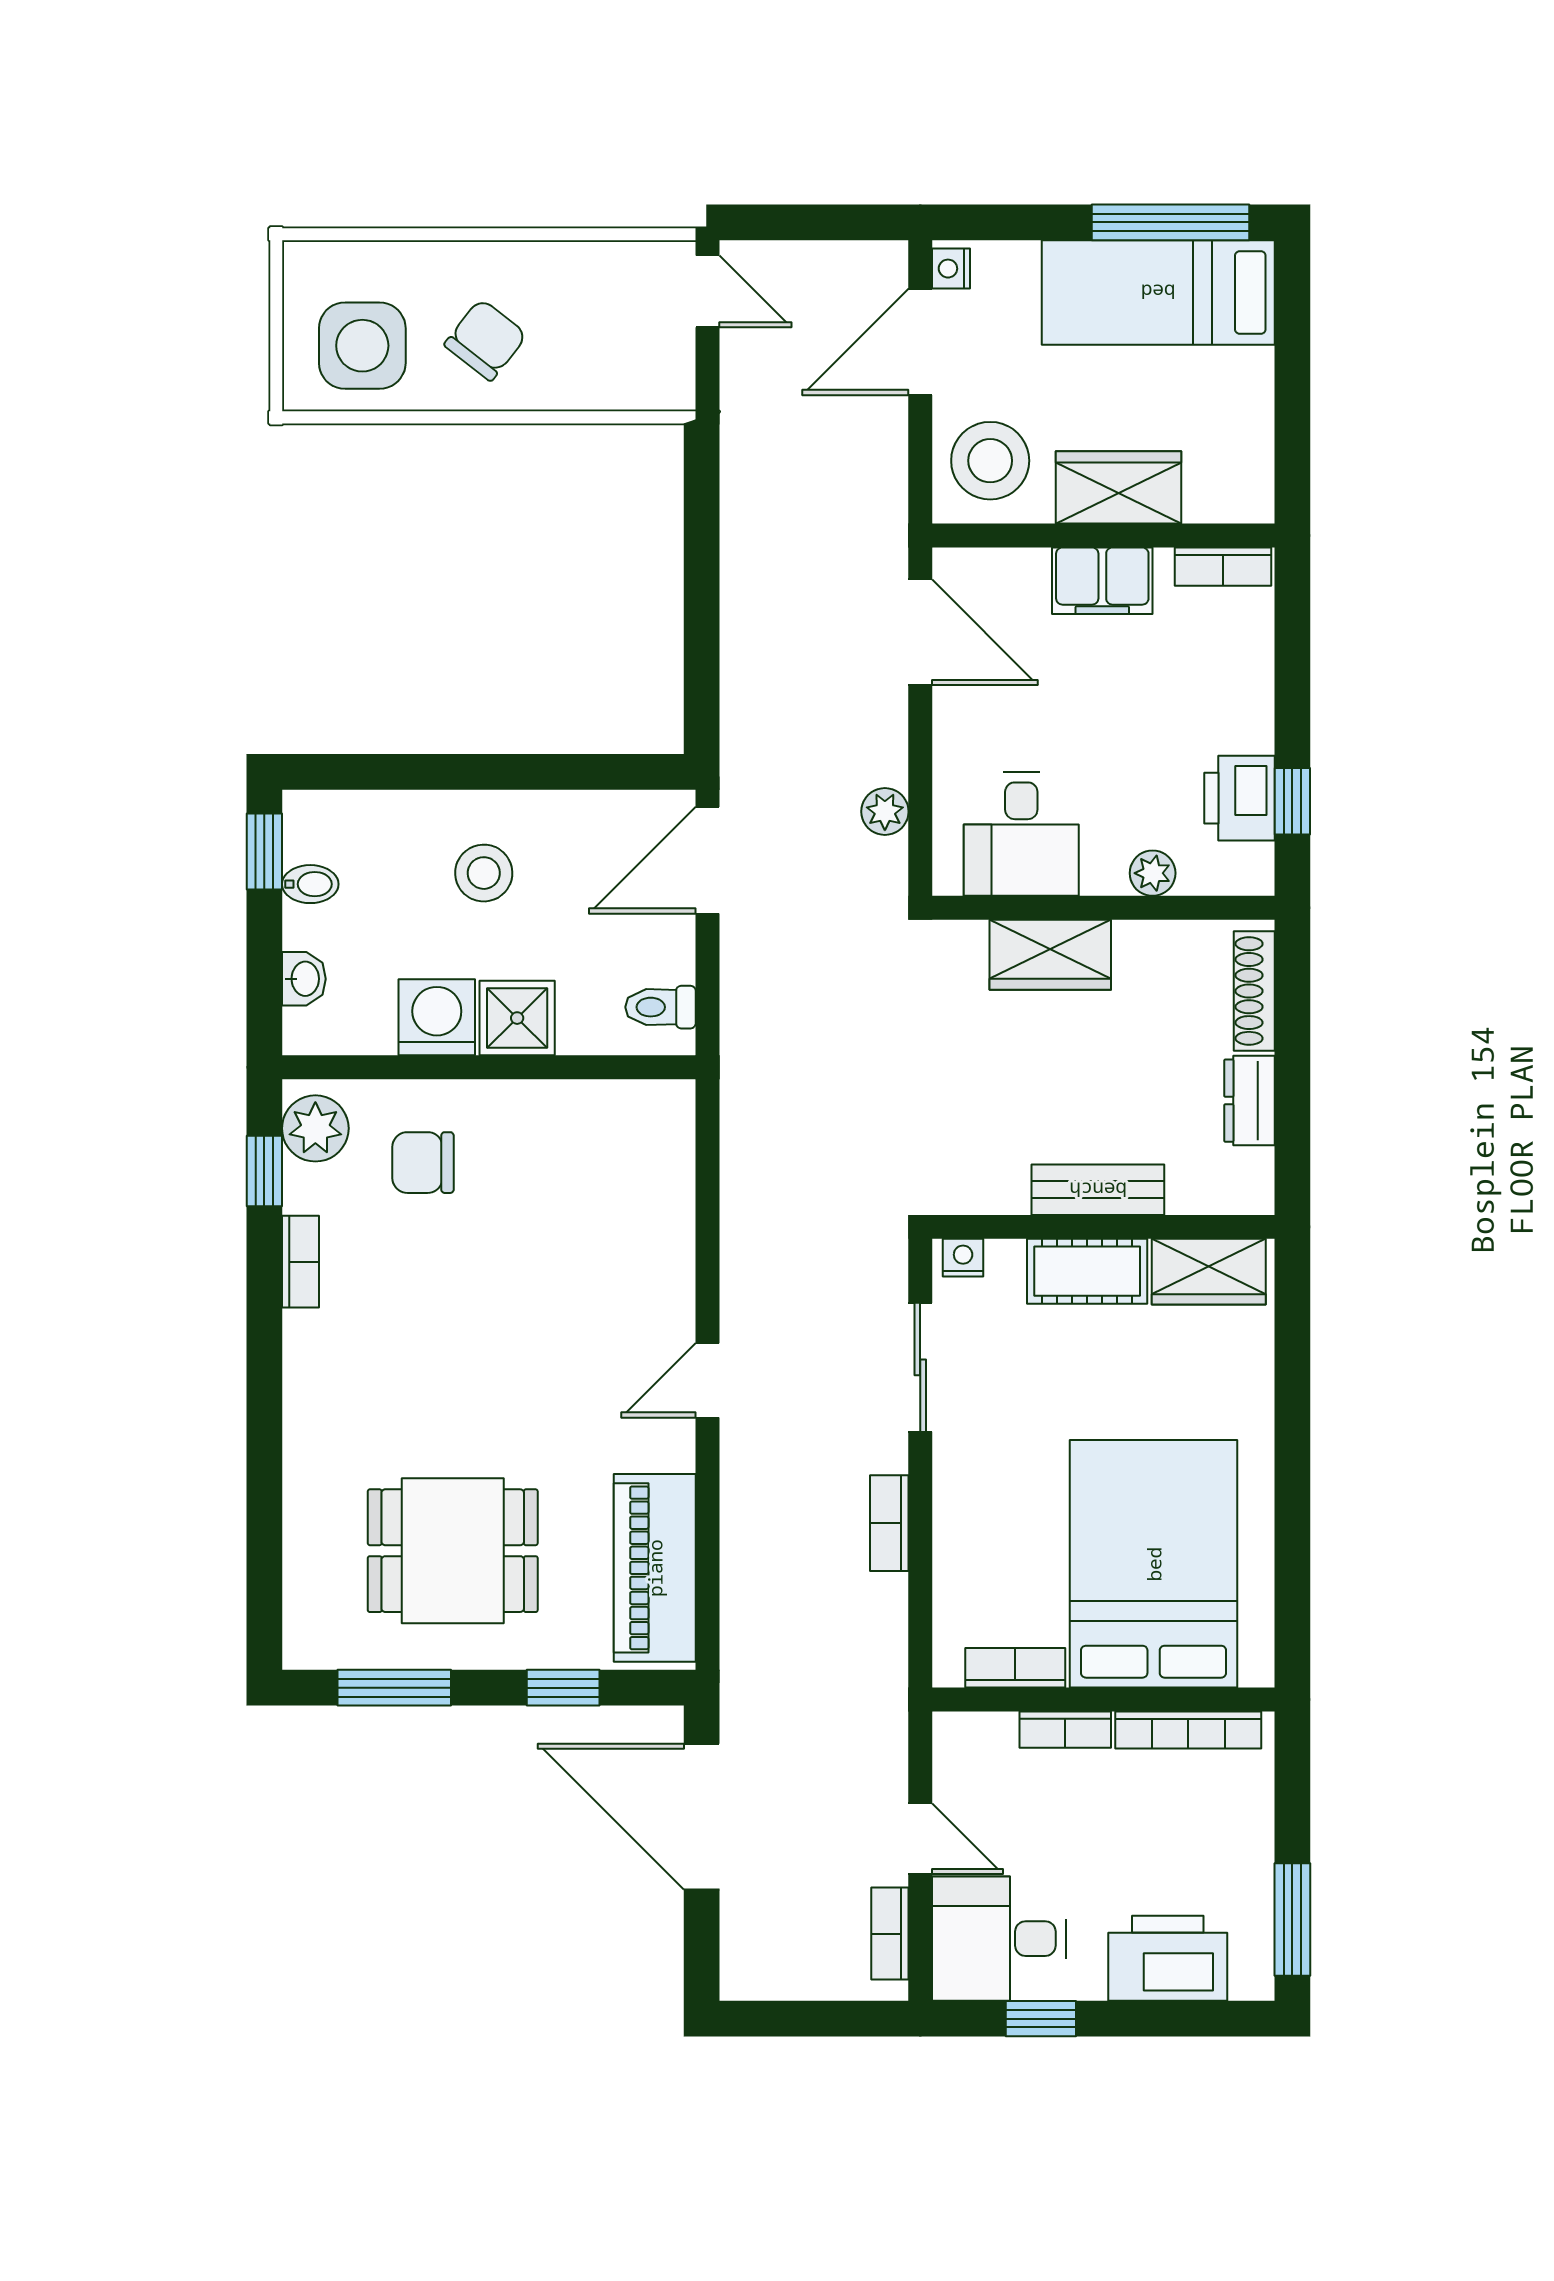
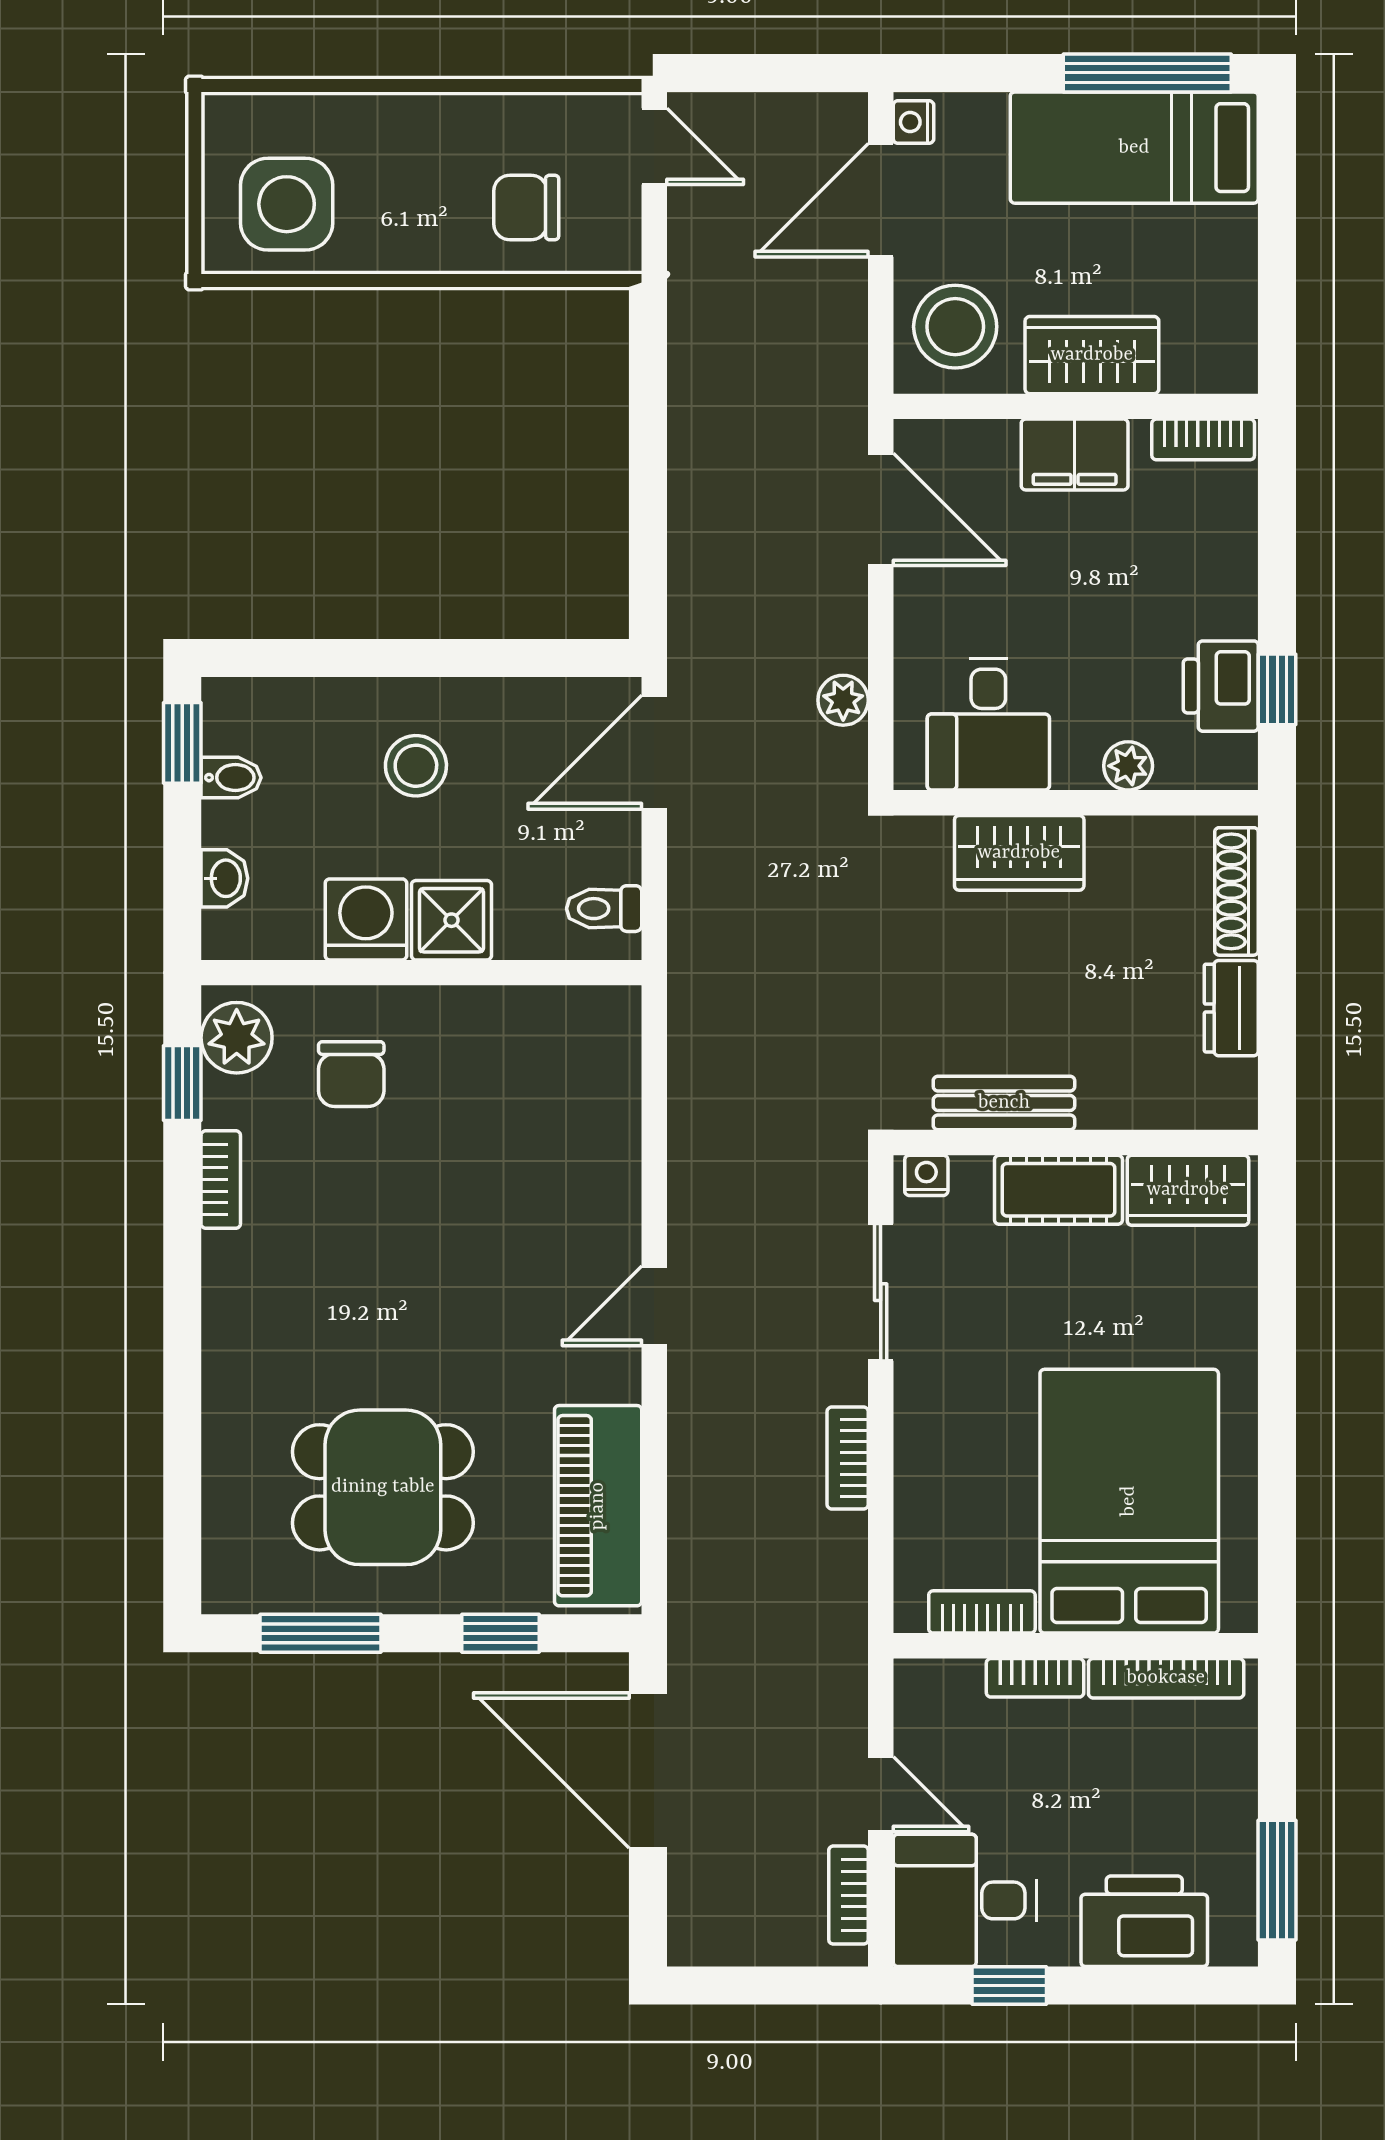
chair: (486, 340) -> (526, 207), moved, turned -128
chair: (423, 1163) -> (351, 1074), turned -90
bench: (1098, 1190) -> (1004, 1103), moved

